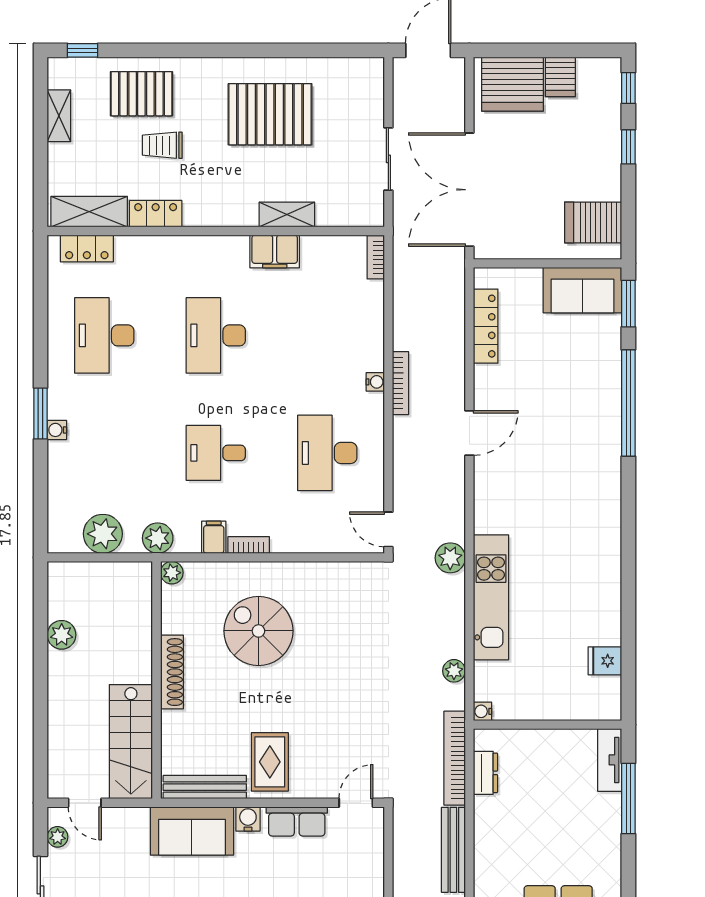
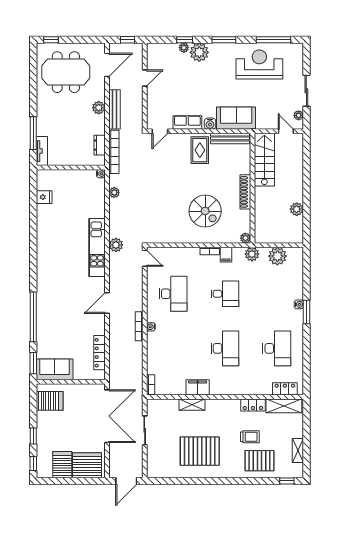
server rack: (560, 77) -> (62, 465), width x1.36, depth x1.44
kitchen unit: (491, 597) -> (97, 247), moved
plant: (487, 853) -> (99, 108), added

